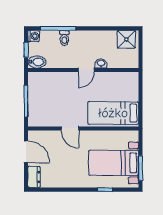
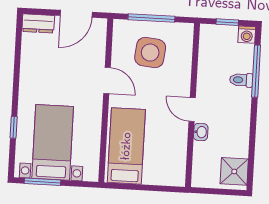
bidet: (37, 62) -> (208, 37), removed
side table: (49, 100) -> (150, 53), added
door: (70, 129) -> (107, 81), swing flipped

